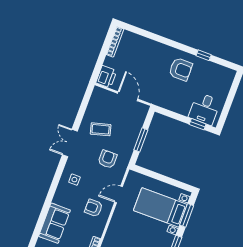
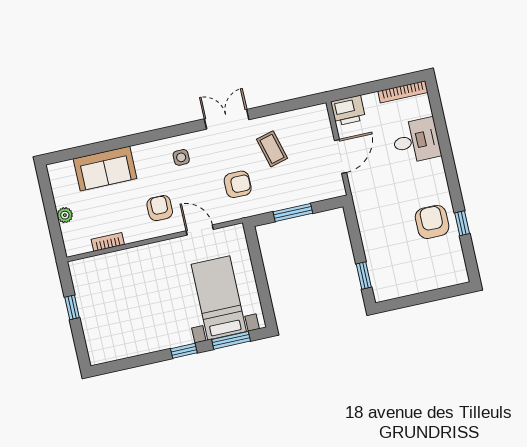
armchair: (181, 69) -> (432, 222), moved, turned 180
desk: (205, 109) -> (416, 141), moved, turned 180

